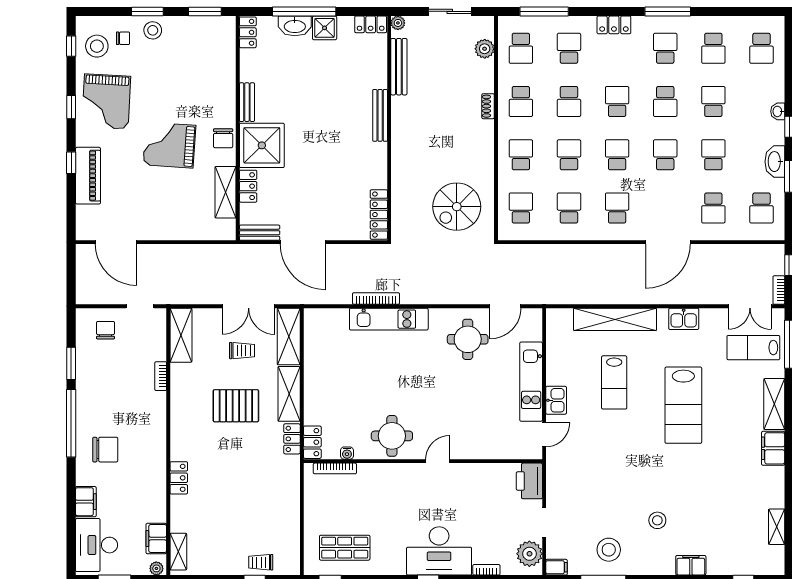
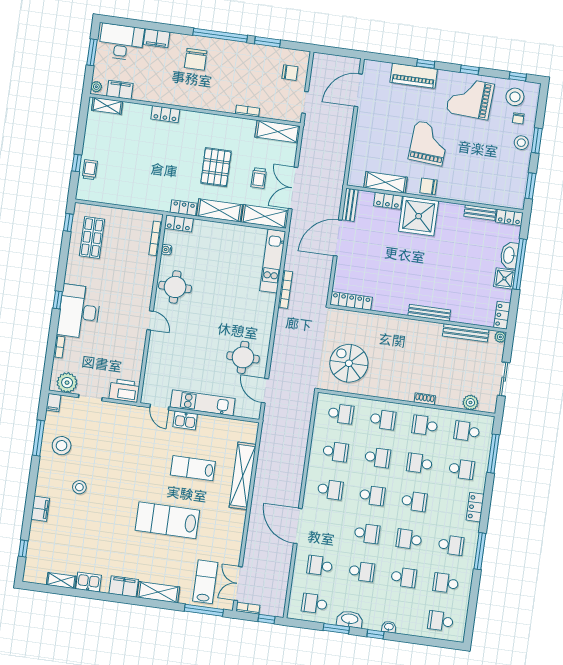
bench: (247, 102) -> (480, 213), moved
kitchen unit: (389, 319) -> (273, 261), moved
kitchen sink: (684, 319) -> (89, 582), moved, turned 90

